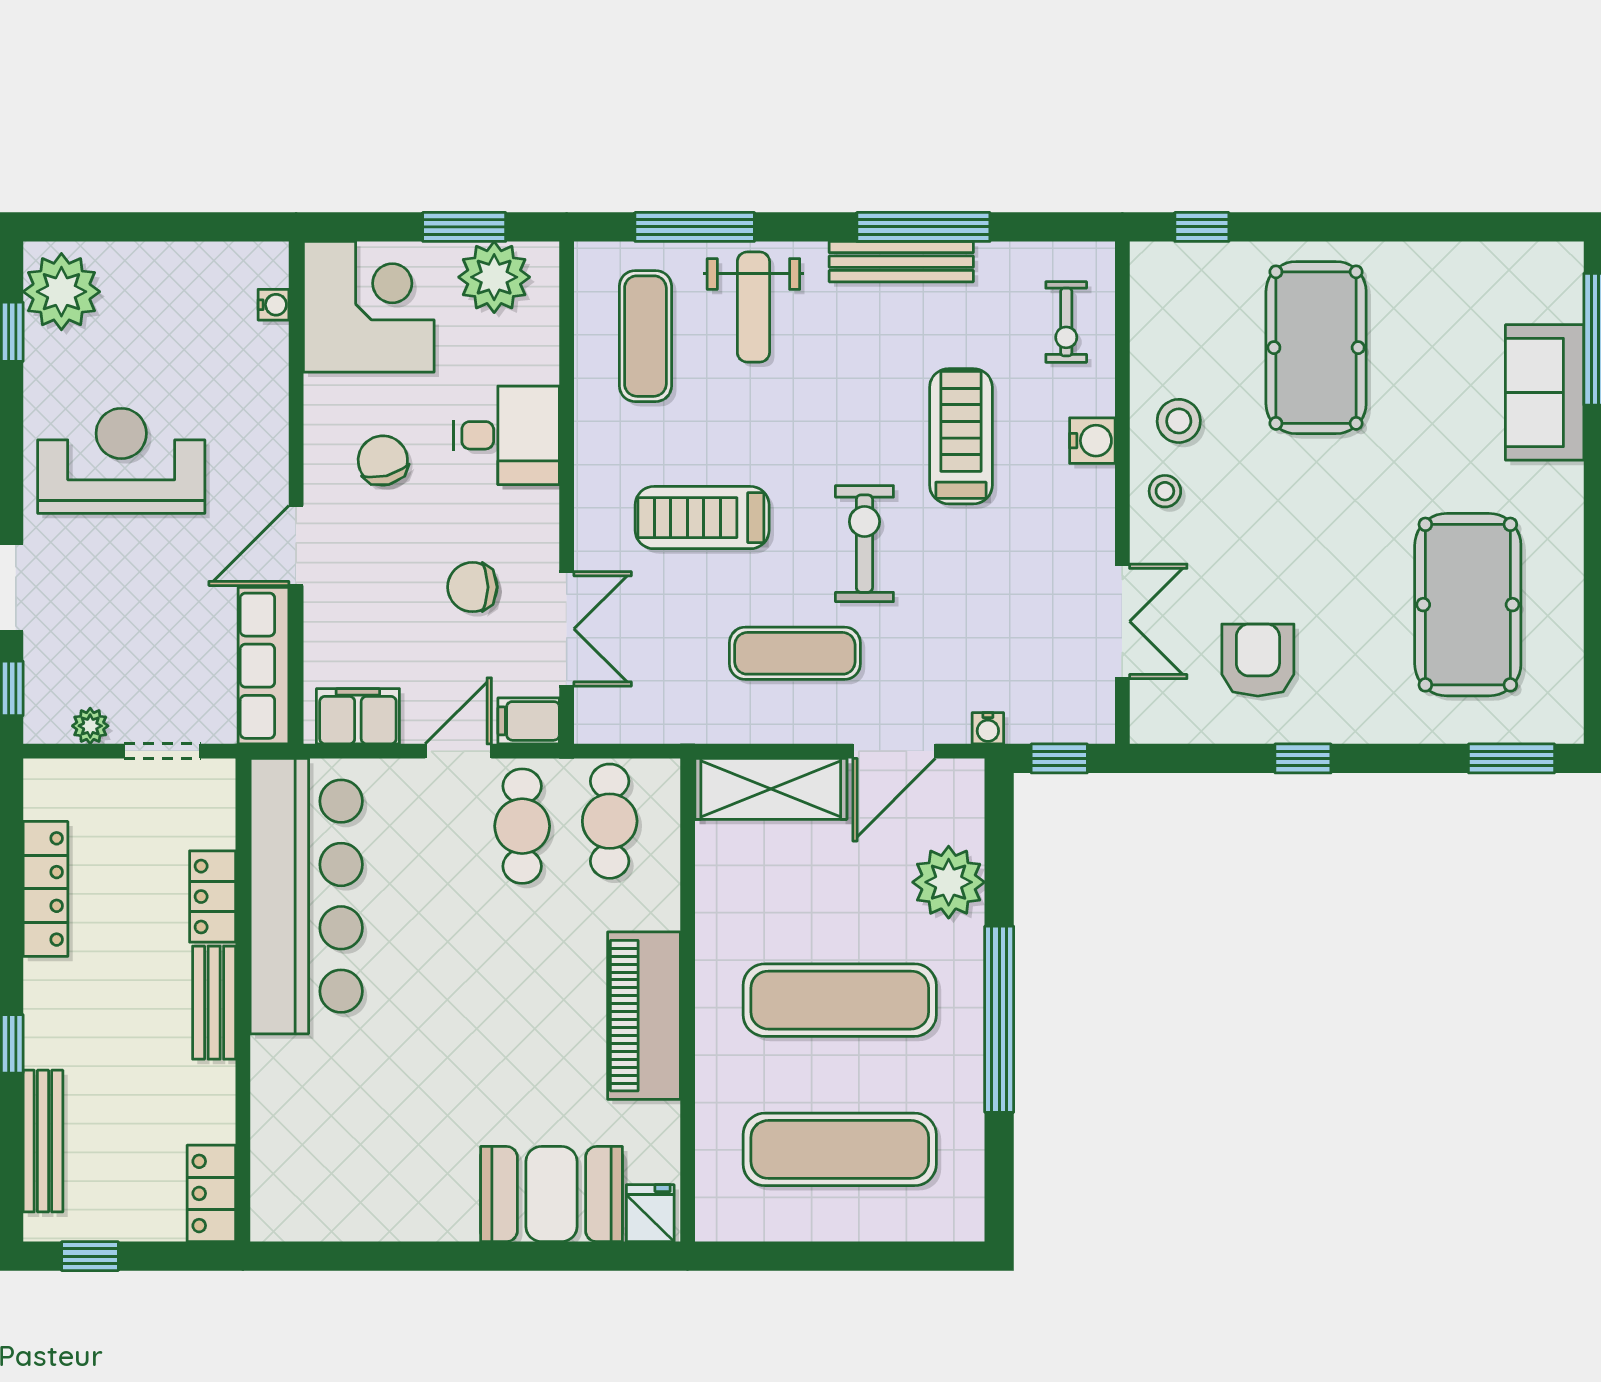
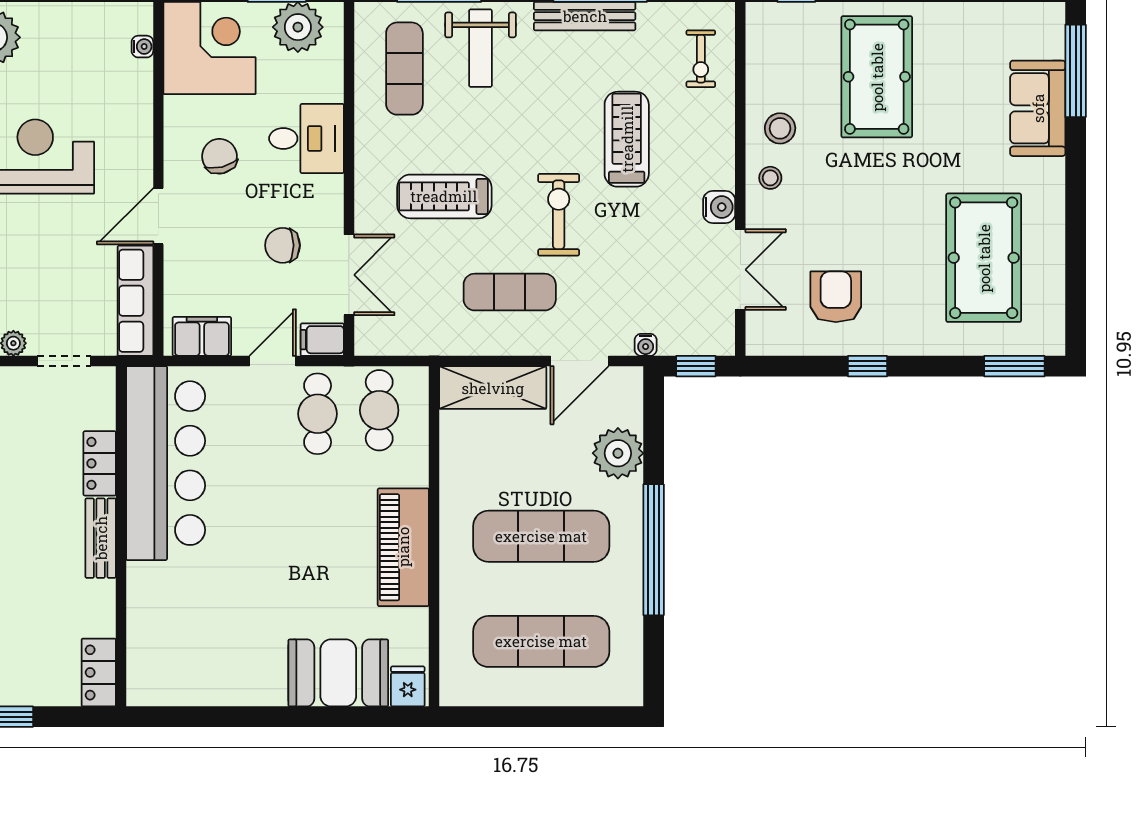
water cooler: (1092, 441) -> (719, 207), moved

